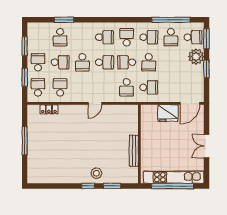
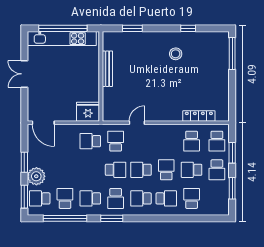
window: (64, 20) -> (112, 218), moved
school desk: (149, 62) -> (166, 198), moved, turned 90
door: (95, 103) -> (137, 123), moved
door: (190, 103) -> (43, 123), swing flipped
locker: (49, 109) -> (199, 116), width x1.53
fridge: (168, 113) -> (88, 112), moved
window: (25, 141) -> (232, 53), moved
double door: (206, 146) -> (24, 74), swing flipped
stool: (96, 173) -> (176, 54), moved
window: (88, 186) -> (188, 28), moved

